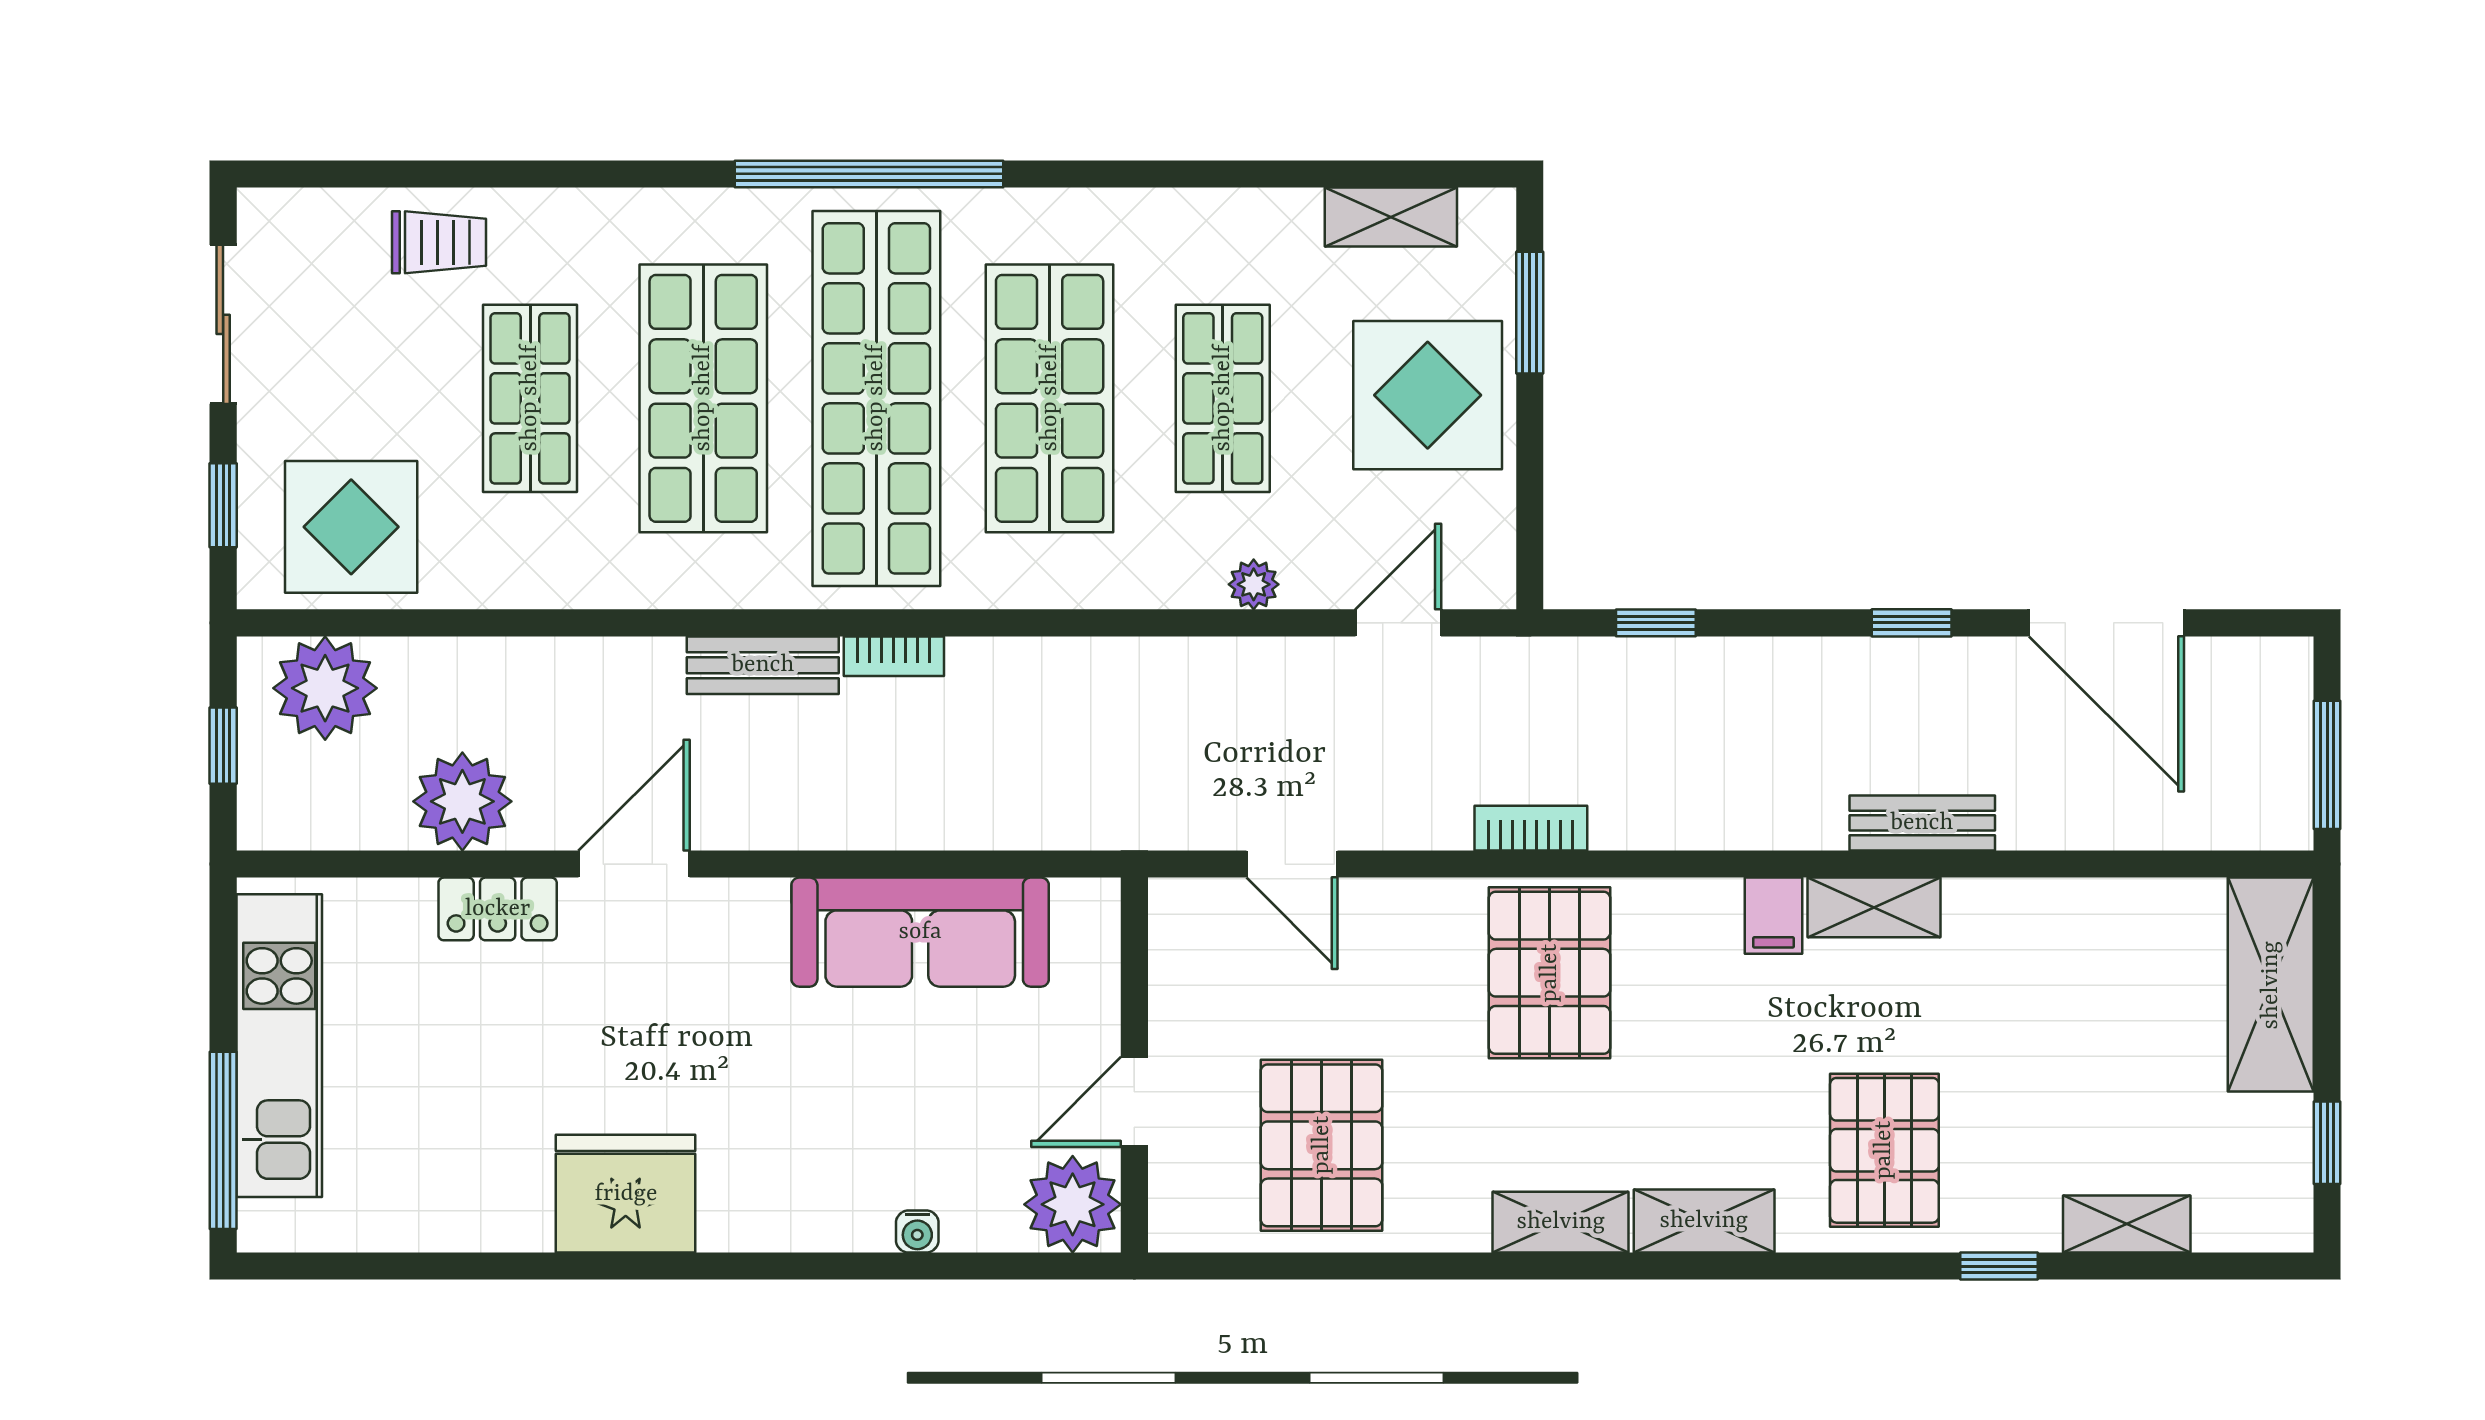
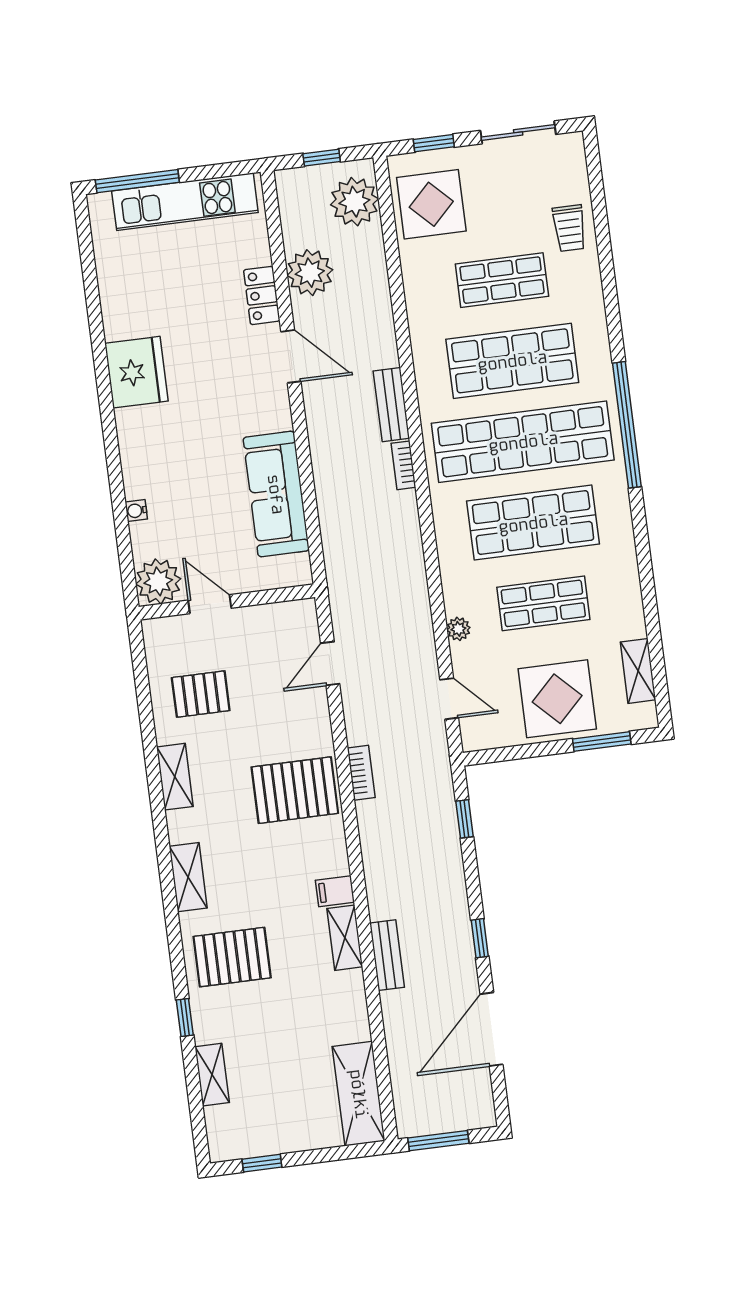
shelving: (2271, 985) -> (359, 1094), moved, turned 90
pallet: (1322, 1145) -> (201, 694), width x0.67, depth x0.71
shelving: (1561, 1222) -> (175, 777), moved

